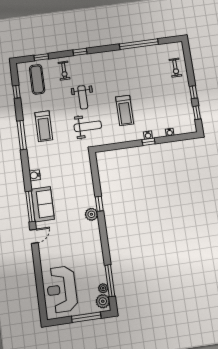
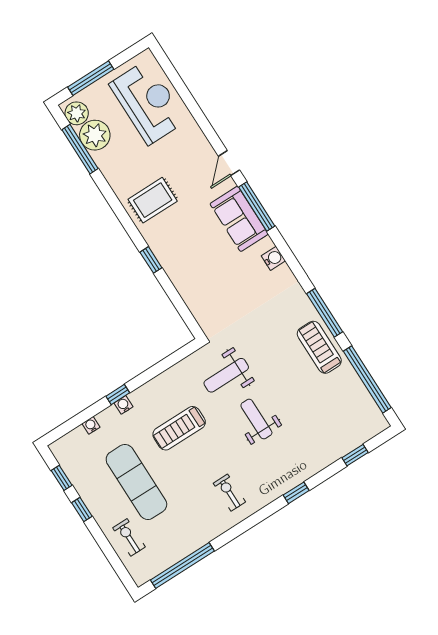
window: (139, 44) -> (182, 565), moved
exercise bike: (64, 71) -> (229, 493), moved
exercise mat: (37, 79) -> (136, 482), moved, width x1.36, depth x1.45
window: (17, 92) -> (367, 379), width x3.17
treadmill: (125, 110) -> (179, 428), turned -90
treadmill: (44, 126) -> (319, 347), moved
plant: (91, 214) -> (155, 238), removed
rug: (84, 235) -> (153, 200), added
plant: (103, 288) -> (95, 135), width x1.87, depth x1.87

